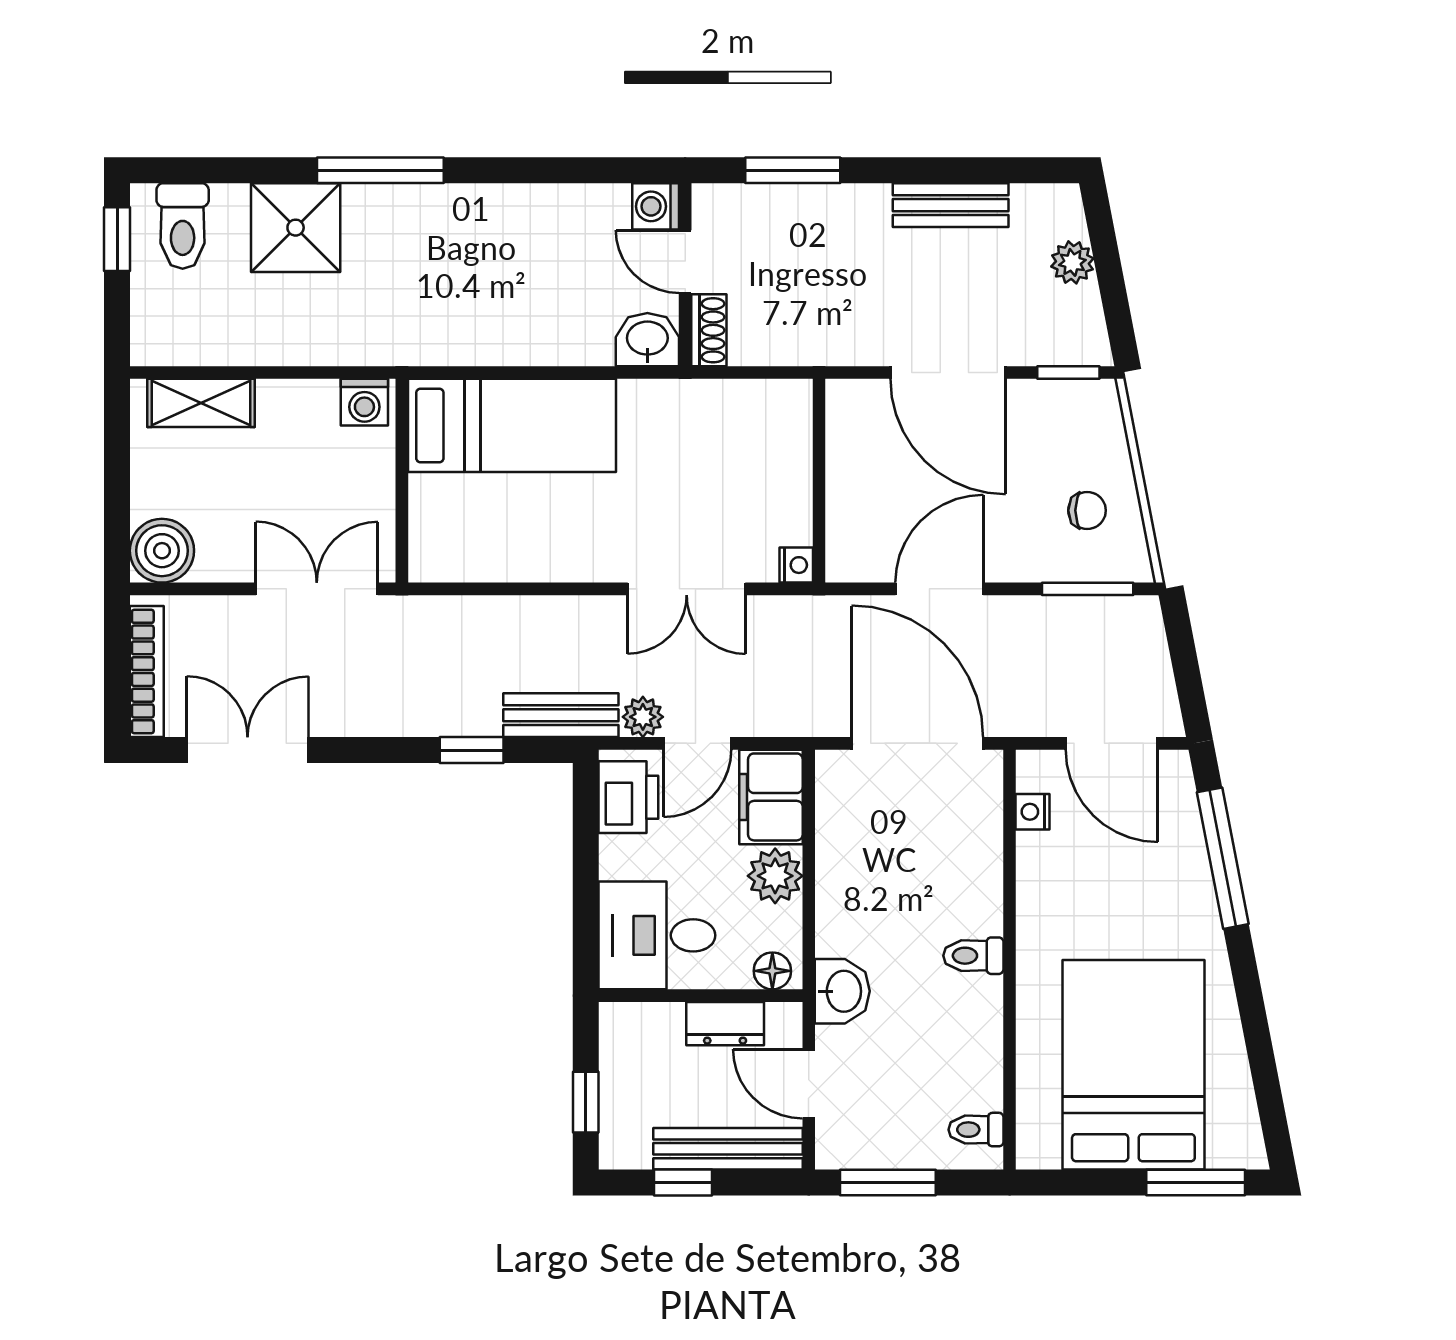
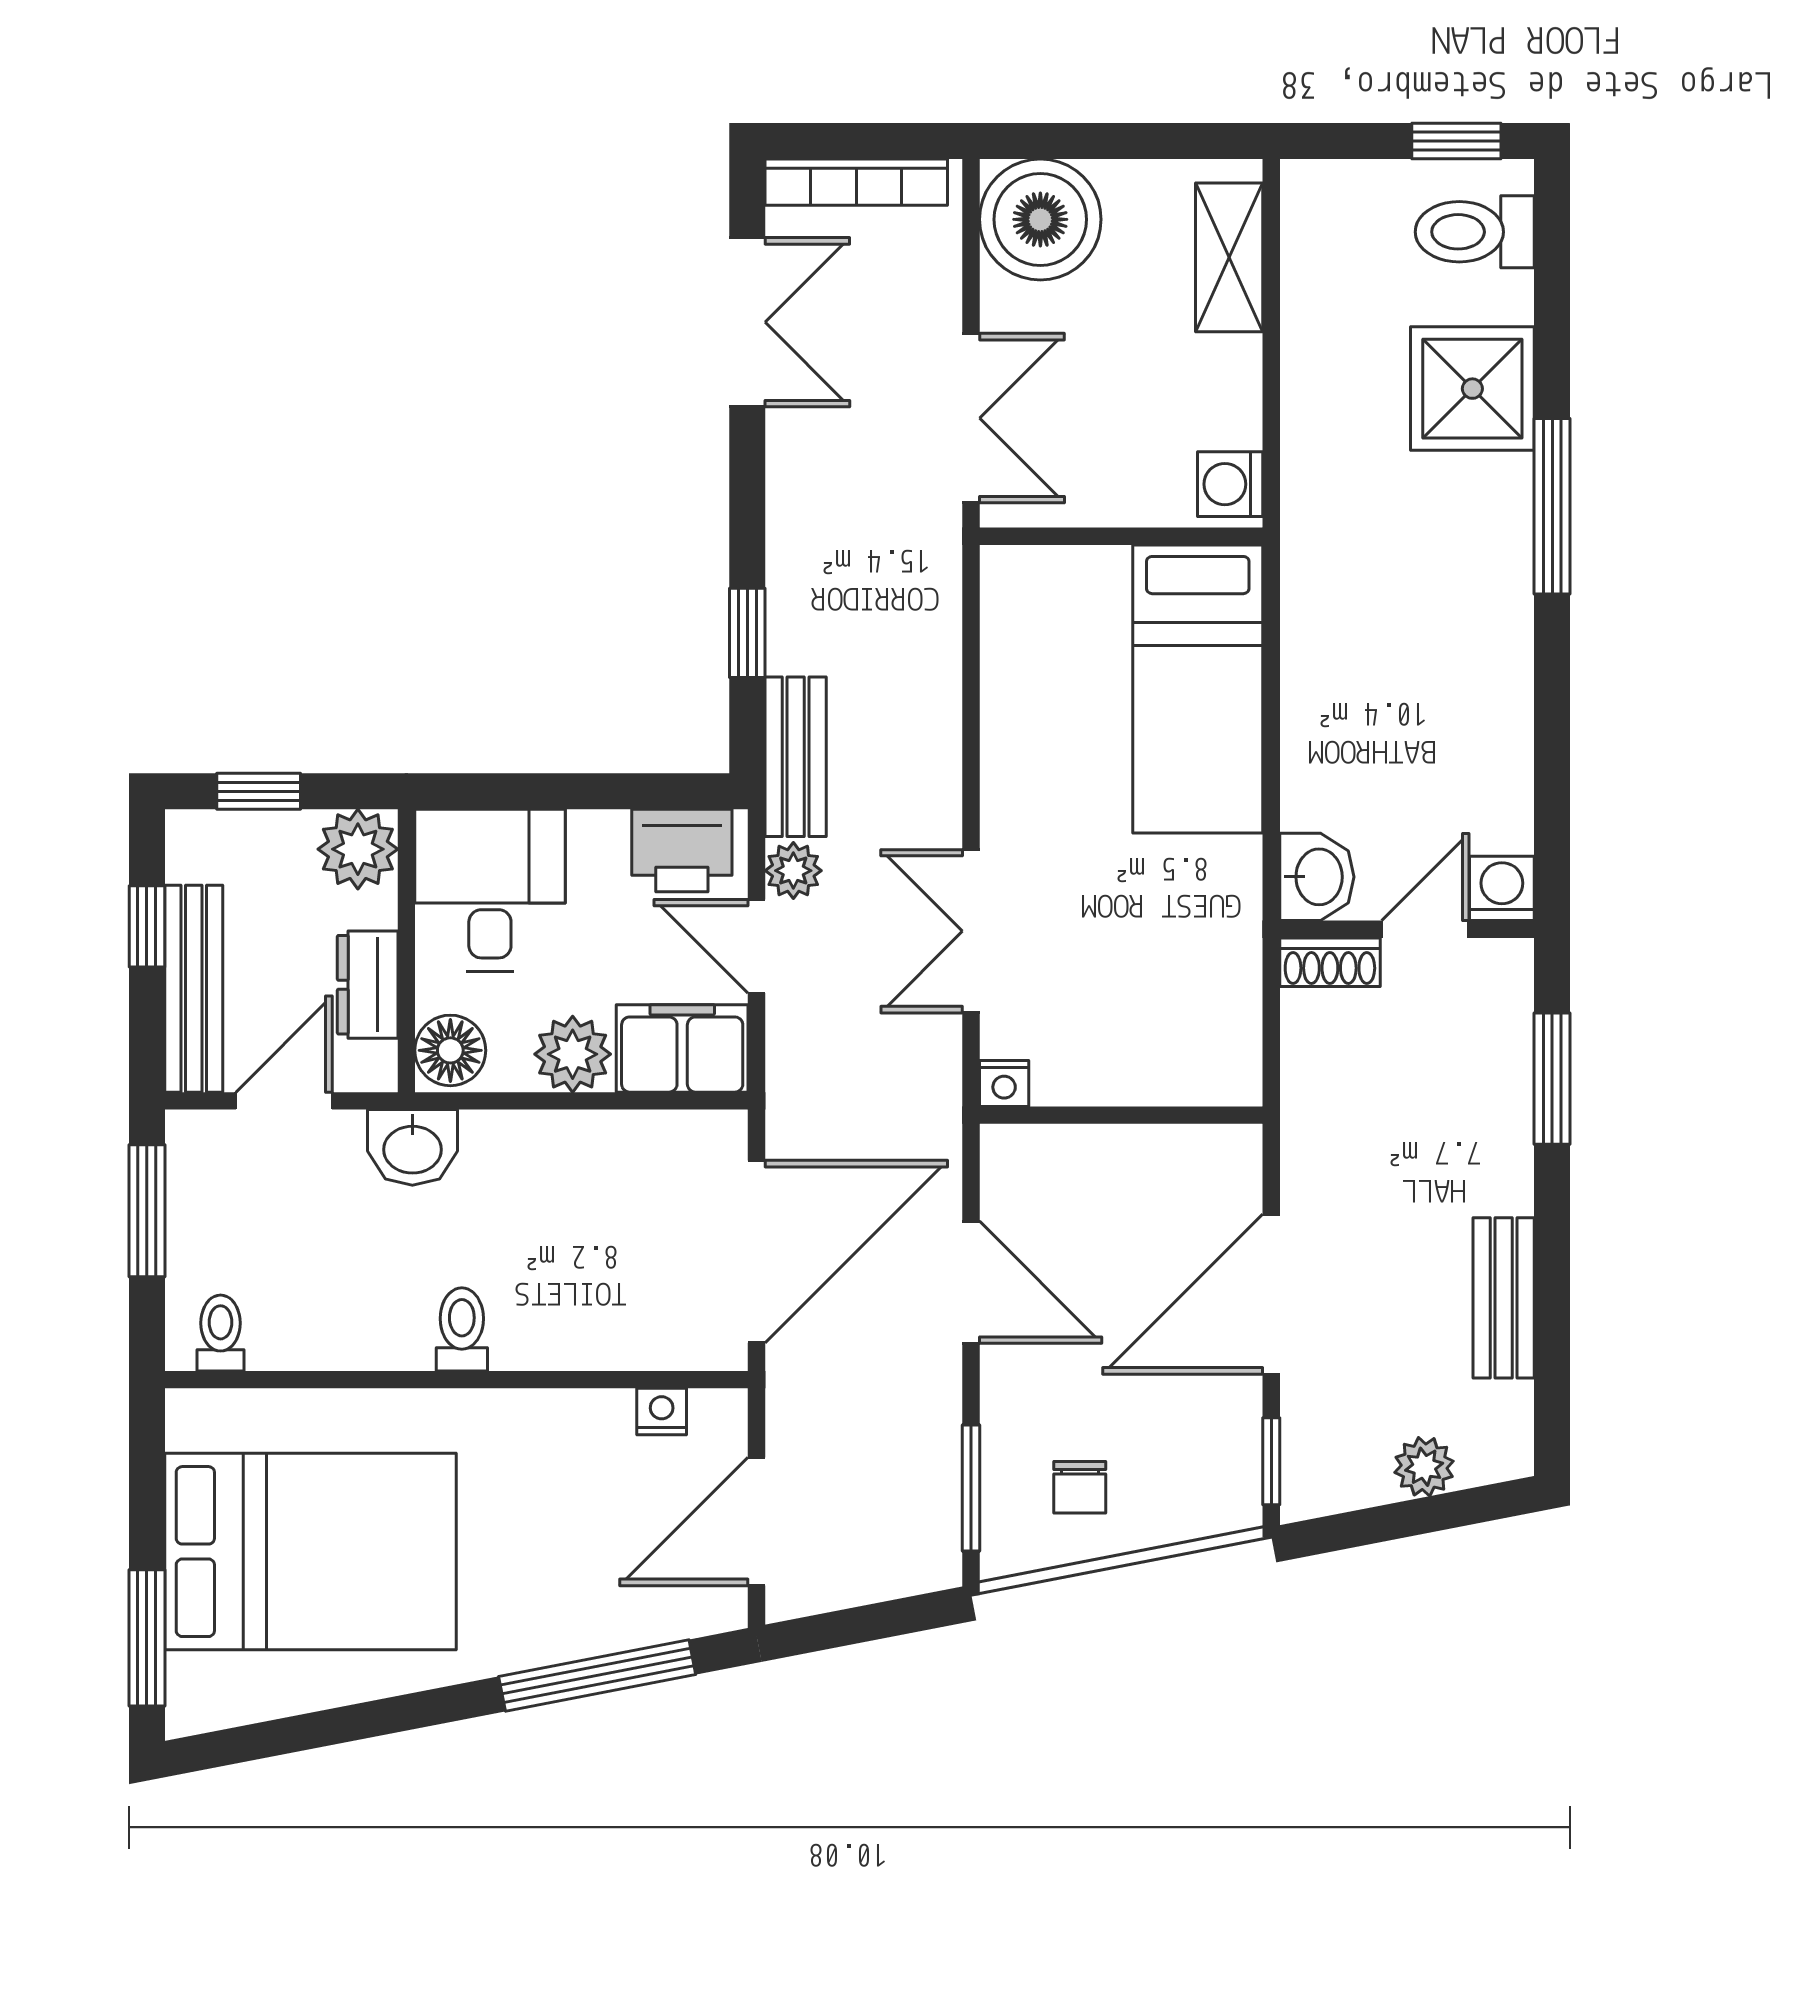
boiler: (162, 551) -> (1040, 219), width x1.37, depth x1.37
floor lamp: (772, 971) -> (450, 1050), width x1.37, depth x1.37
plant: (627, 1031) -> (358, 849), added

